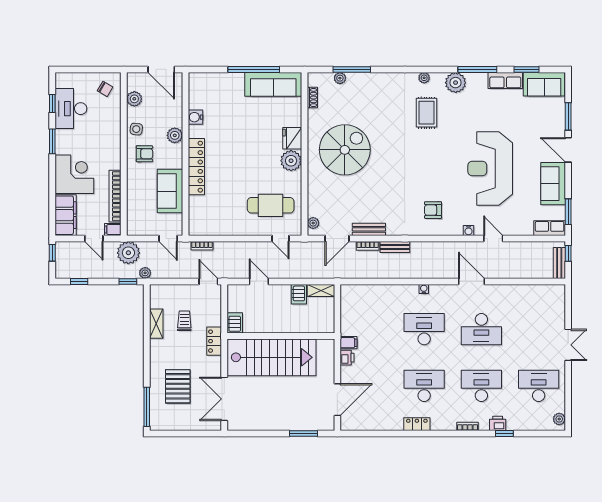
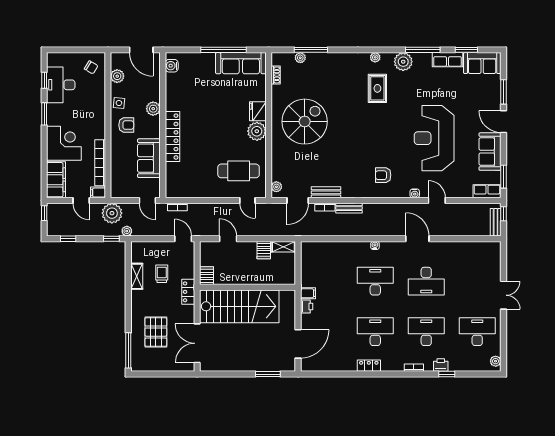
water cooler: (195, 117) -> (172, 66), moved

